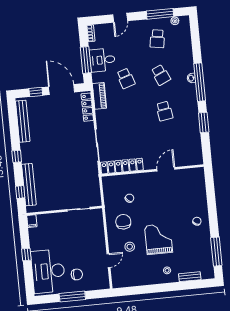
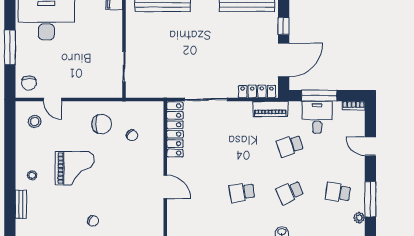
stool: (130, 247) -> (35, 121), moved
chair: (77, 274) -> (29, 83), moved

